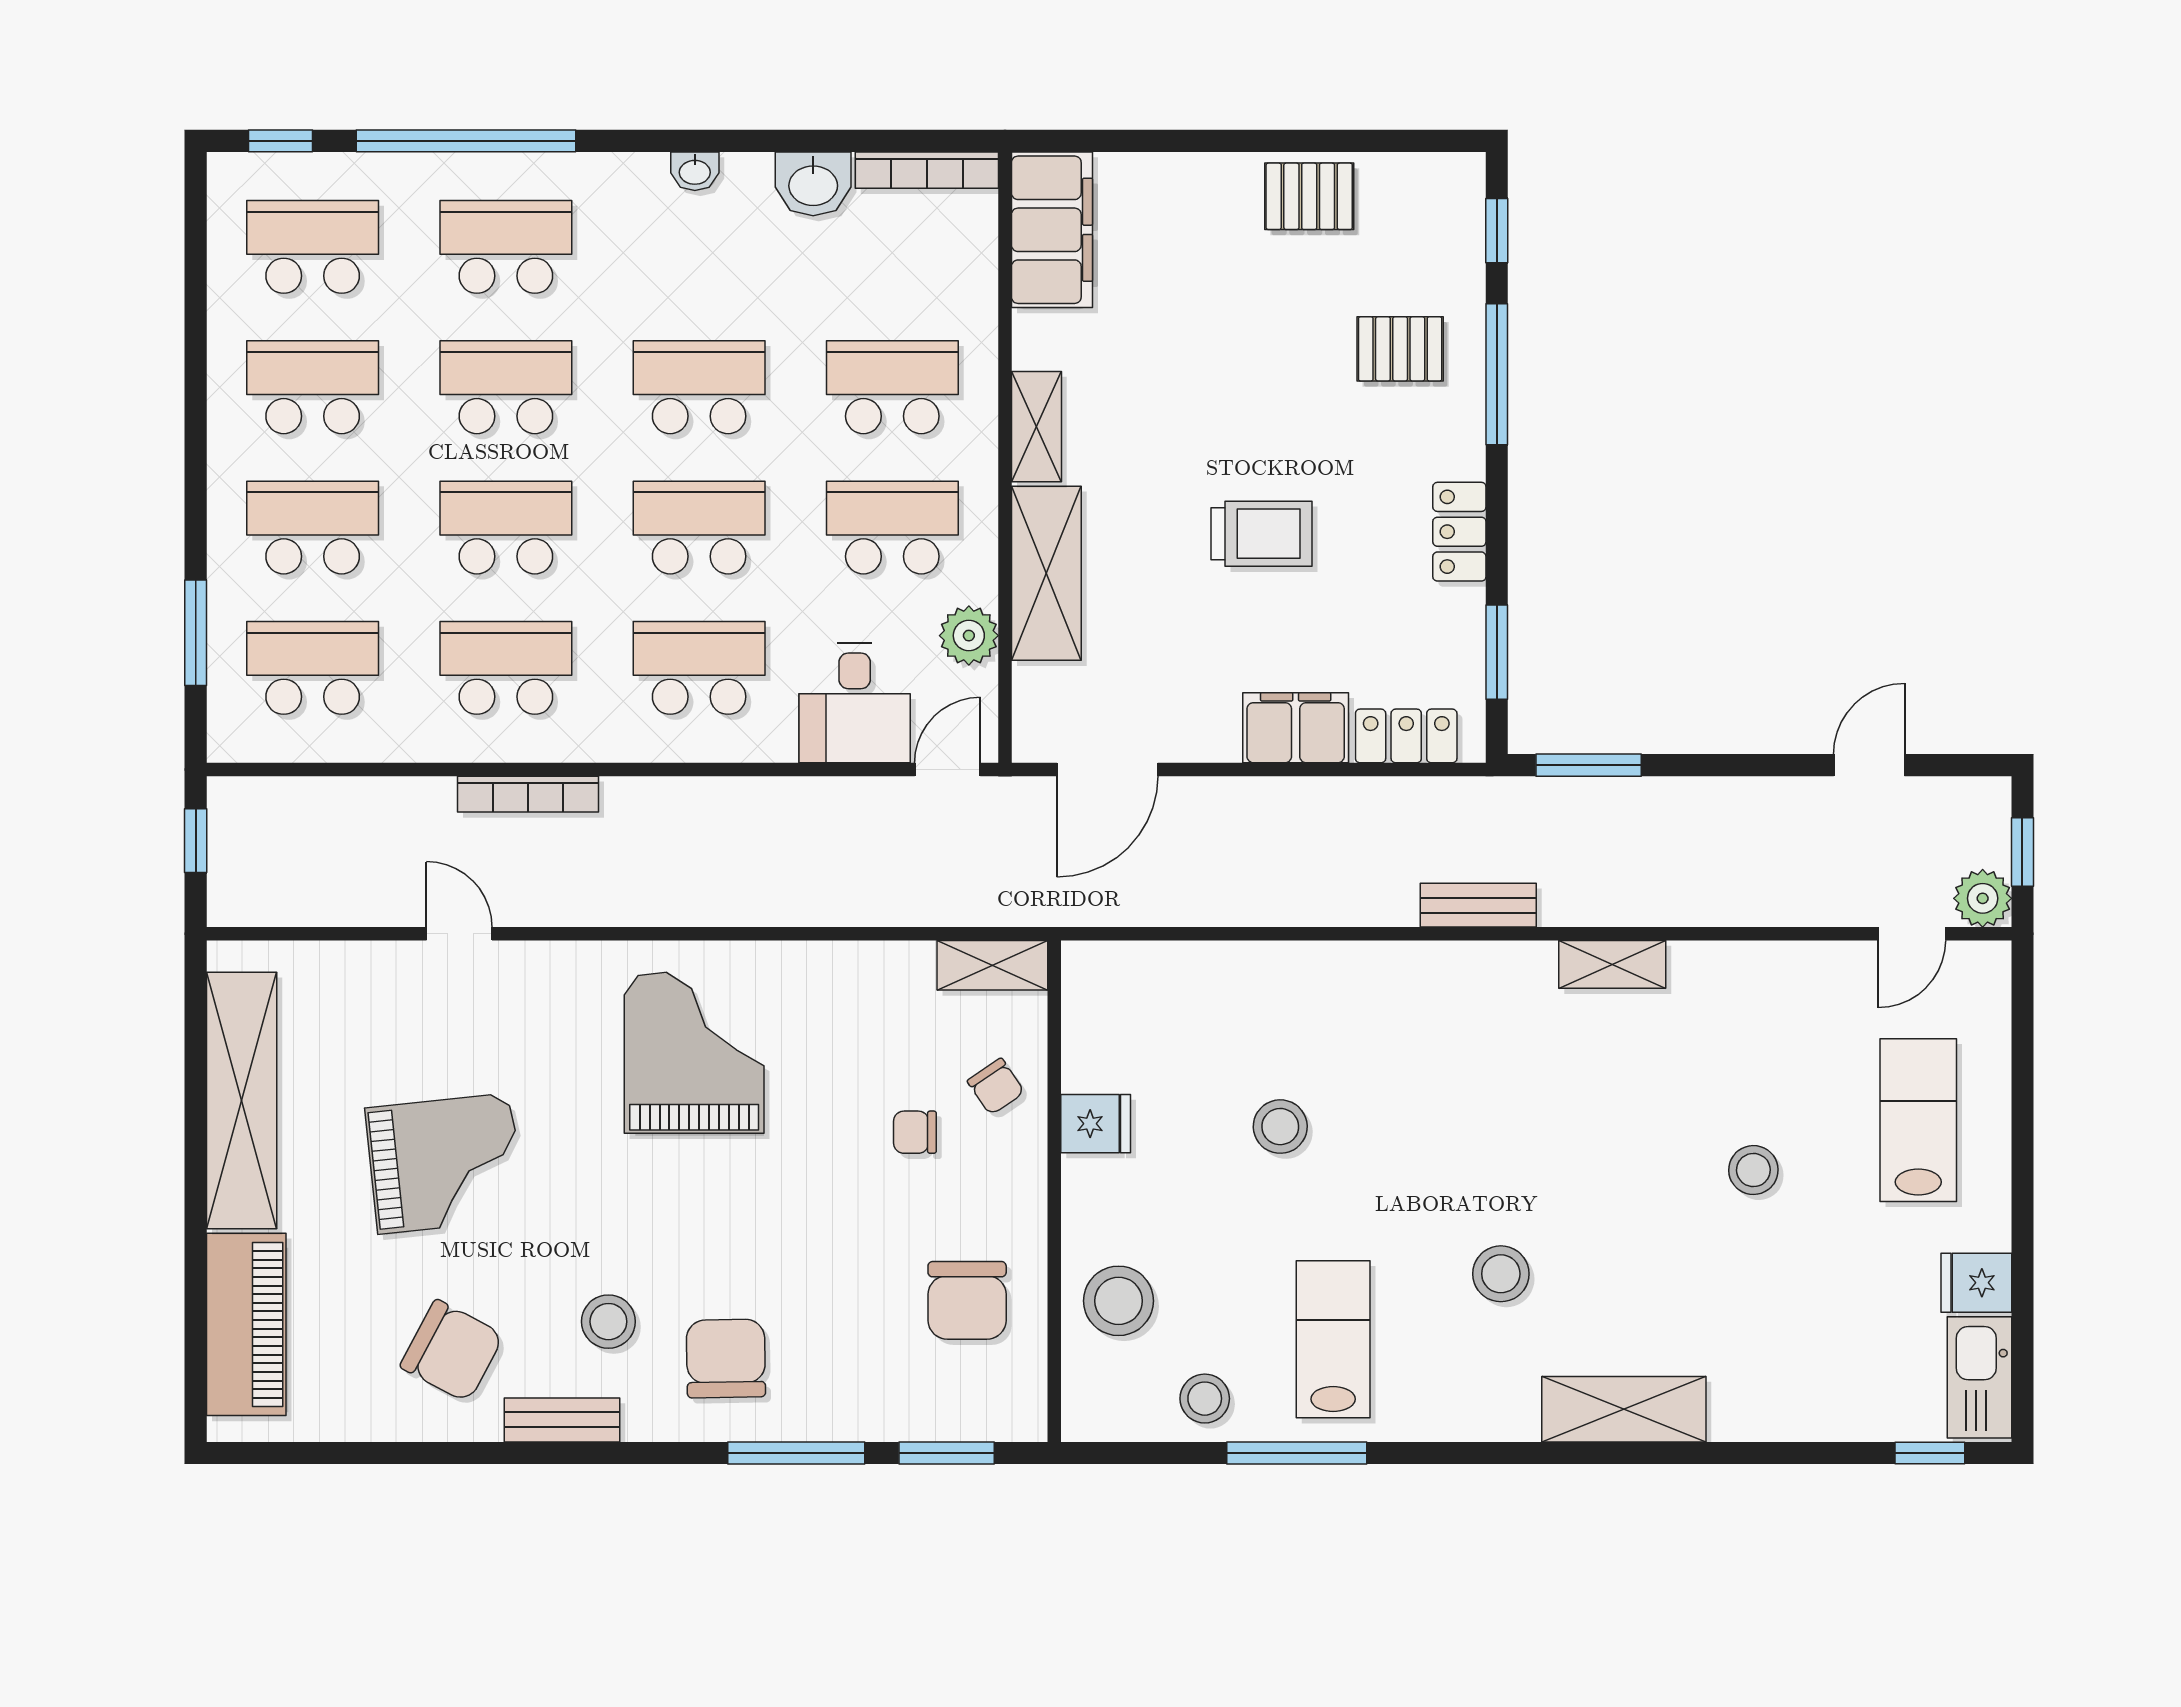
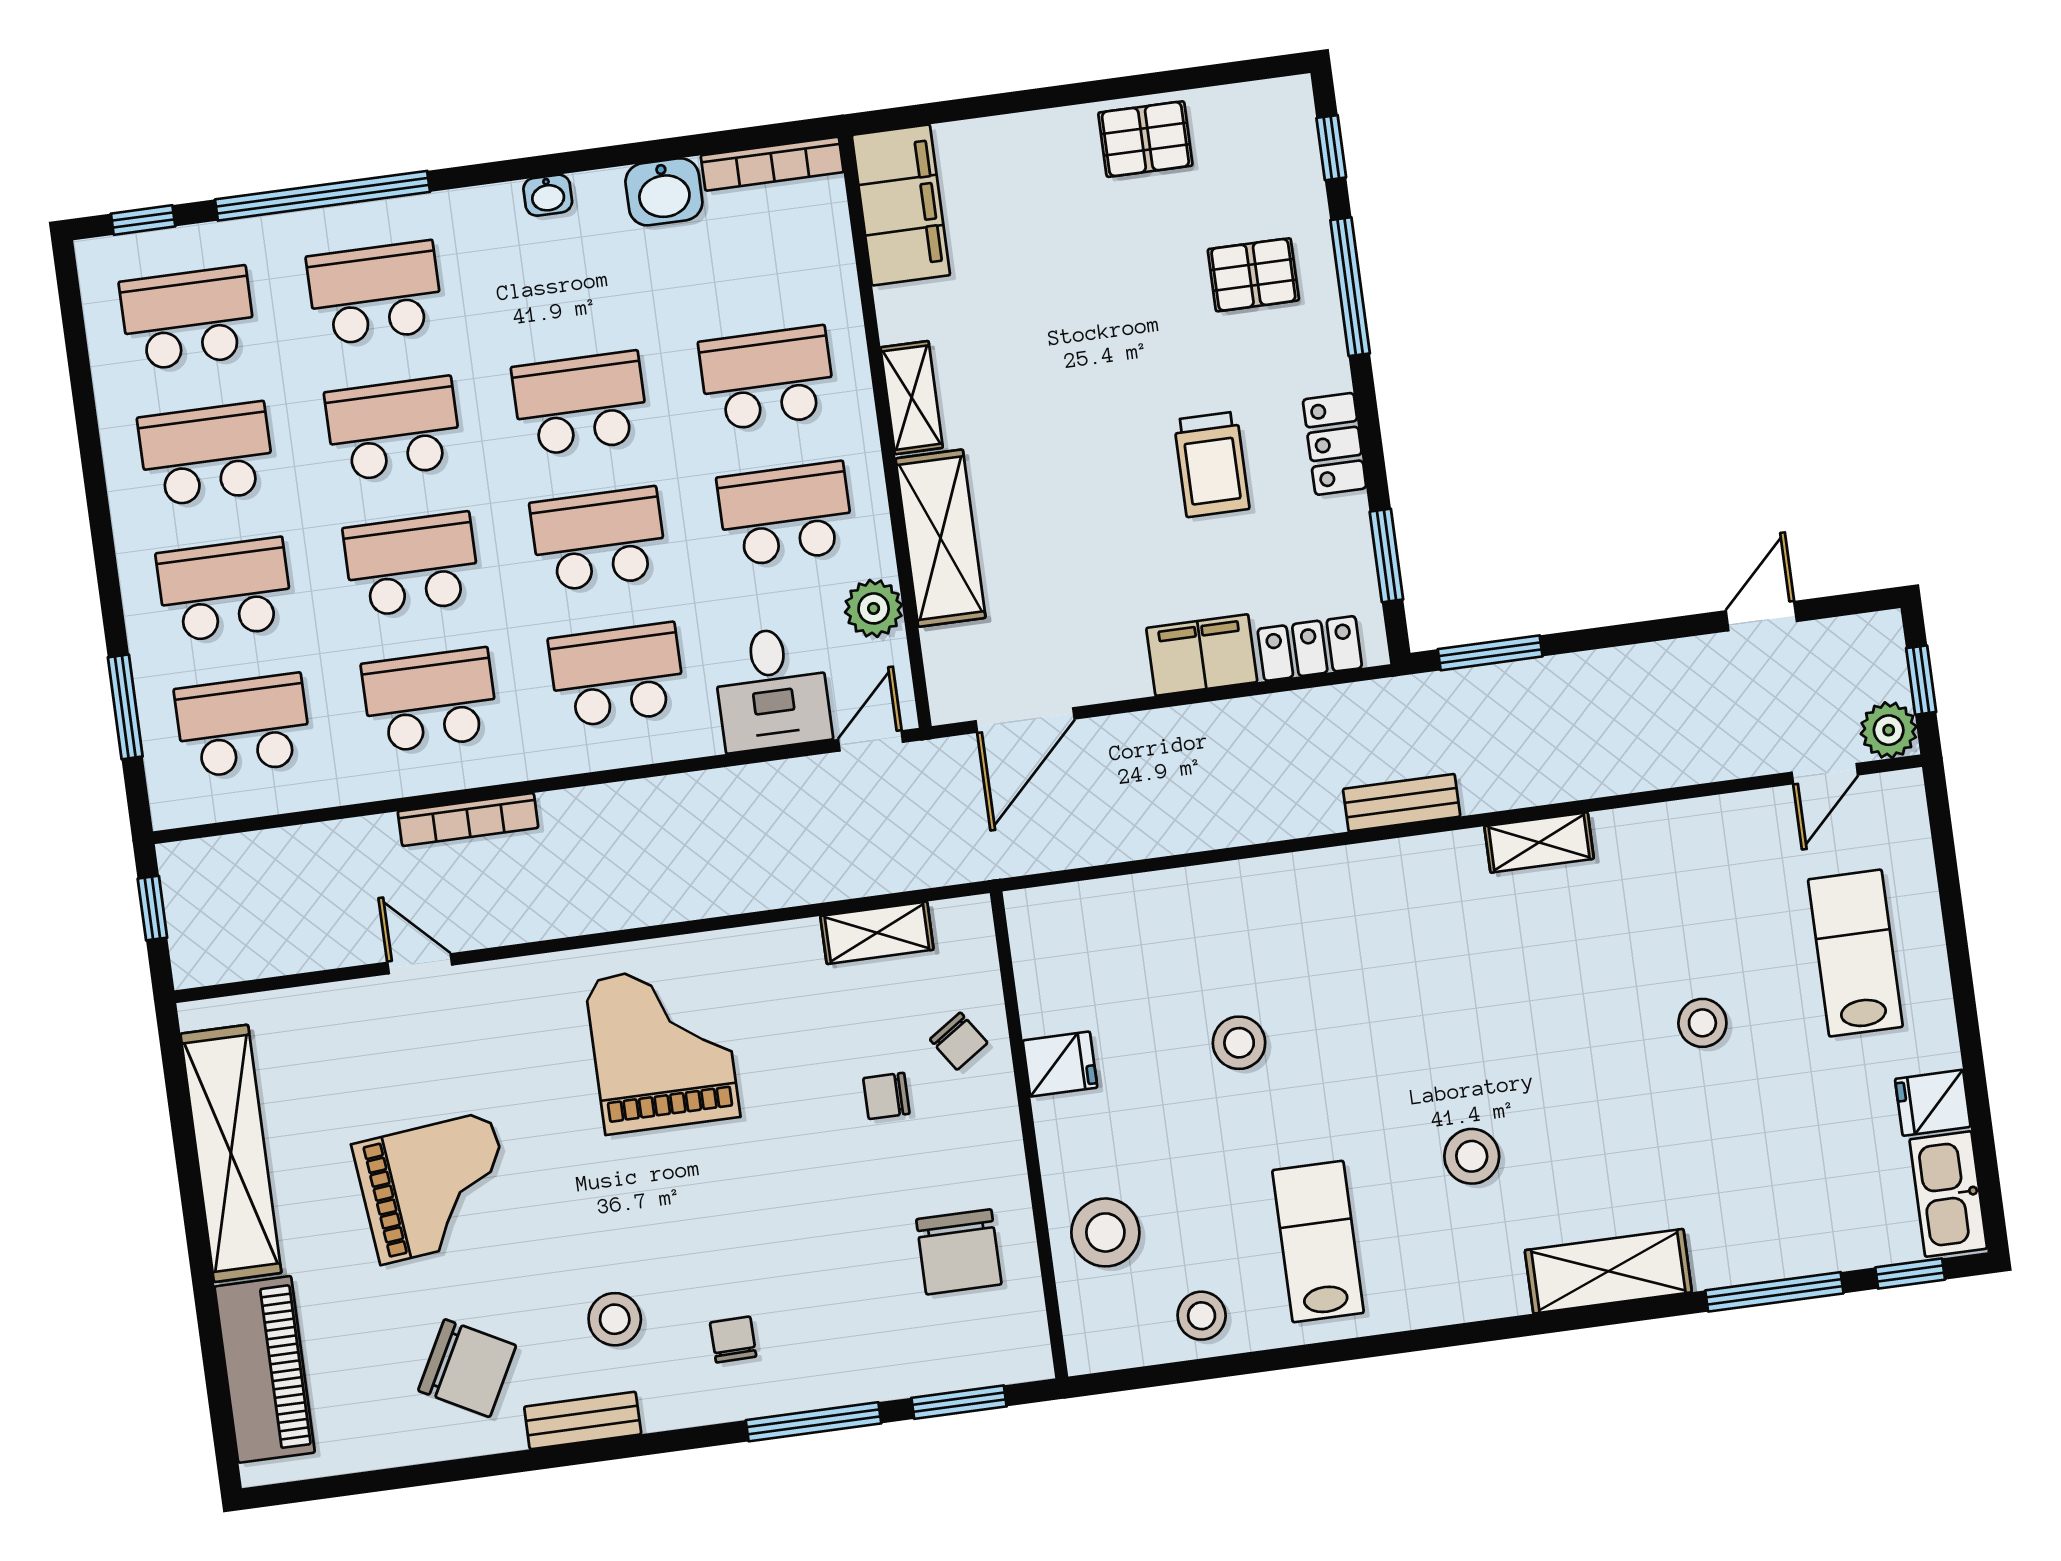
trolley: (1261, 534) -> (1212, 464), moved, turned 90
shelving: (992, 965) -> (877, 933), moved
chair: (726, 1358) -> (733, 1340), width x0.54, depth x0.54
window: (1297, 1453) -> (1774, 1292), moved

